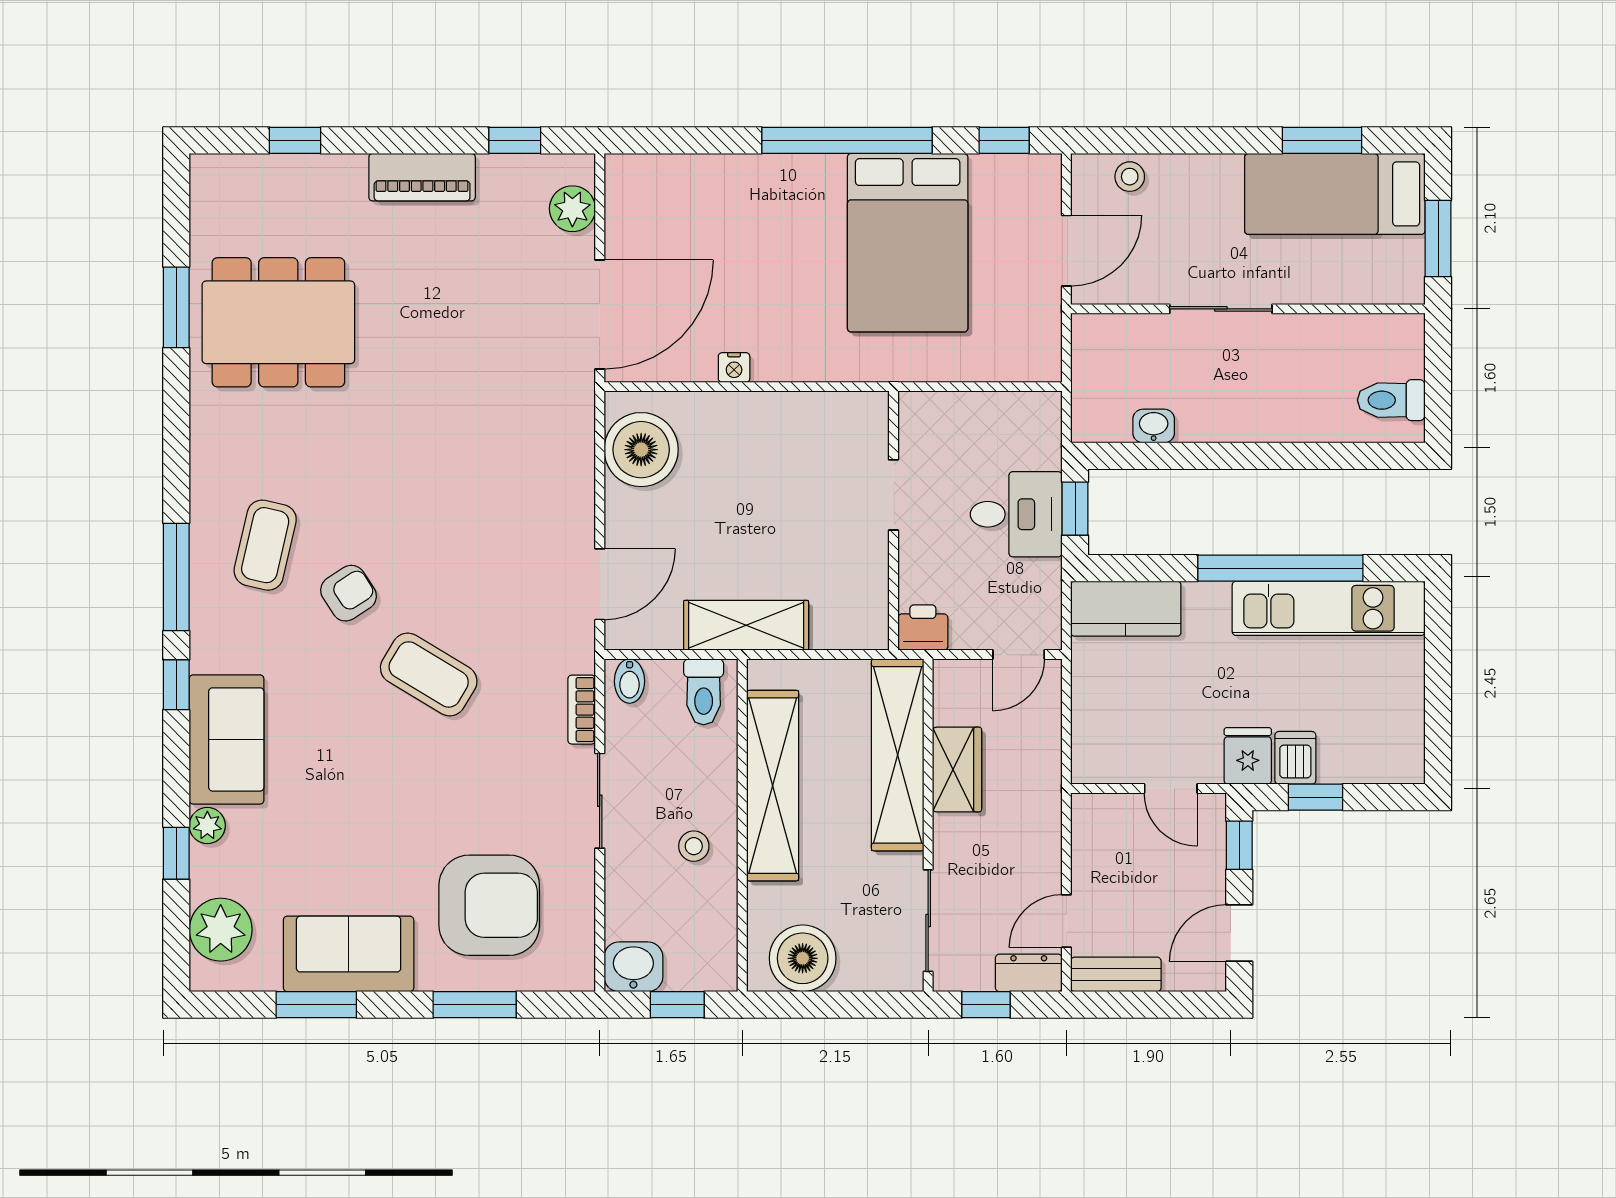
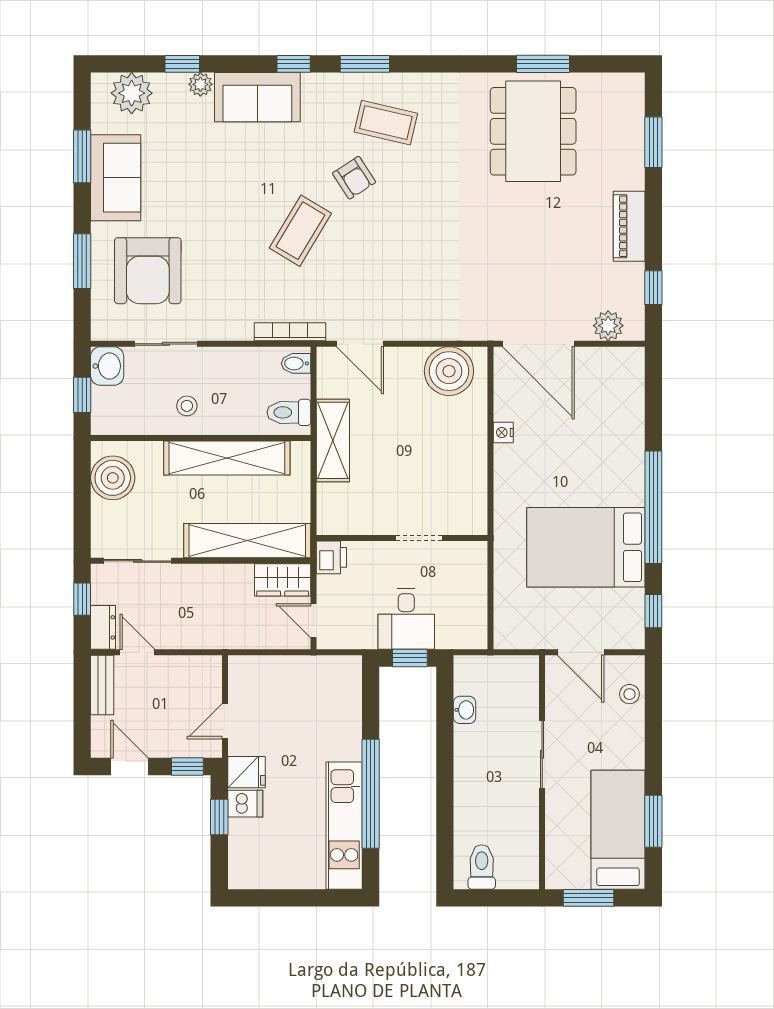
window: (295, 140) -> (653, 142), width x1.50
window: (176, 577) -> (365, 64), width x0.69
kitchen counter: (1126, 609) -> (344, 692), removed
bookcase: (582, 710) -> (290, 332), width x1.56
wardrobe: (957, 770) -> (283, 580), moved
sliding door: (600, 801) -> (166, 344), moved

